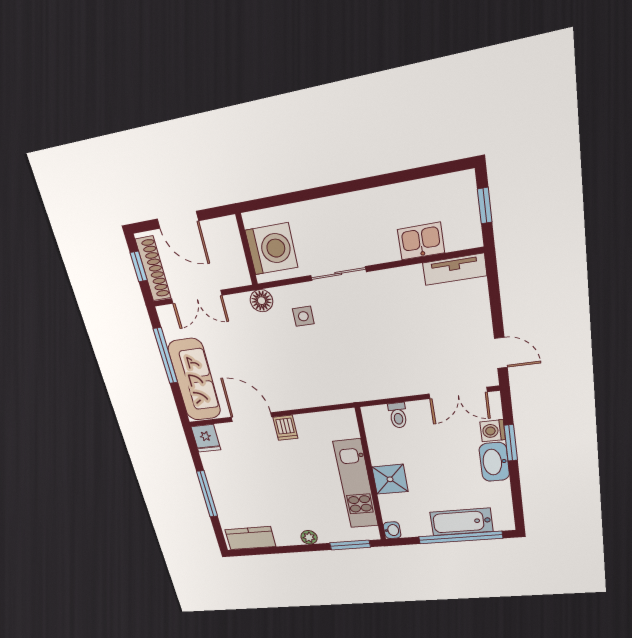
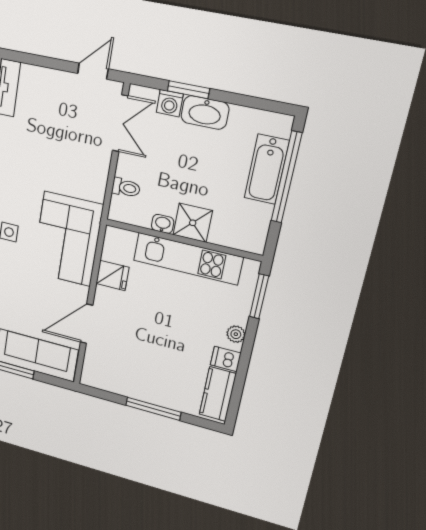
corner sofa: (324, 376) -> (67, 239), added
dishwasher: (285, 428) -> (226, 359), moved, turned 180
fridge: (206, 438) -> (112, 276), moved
washbasin: (392, 530) -> (163, 224), moved

